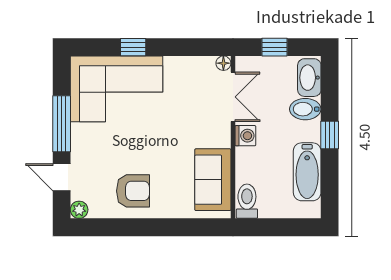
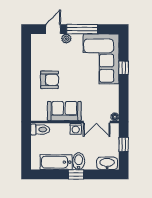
bidet: (305, 109) -> (79, 161), moved
sofa: (213, 180) -> (64, 111), moved
armchair: (133, 191) -> (50, 80), moved, turned -90
plant: (79, 210) -> (66, 39), moved

